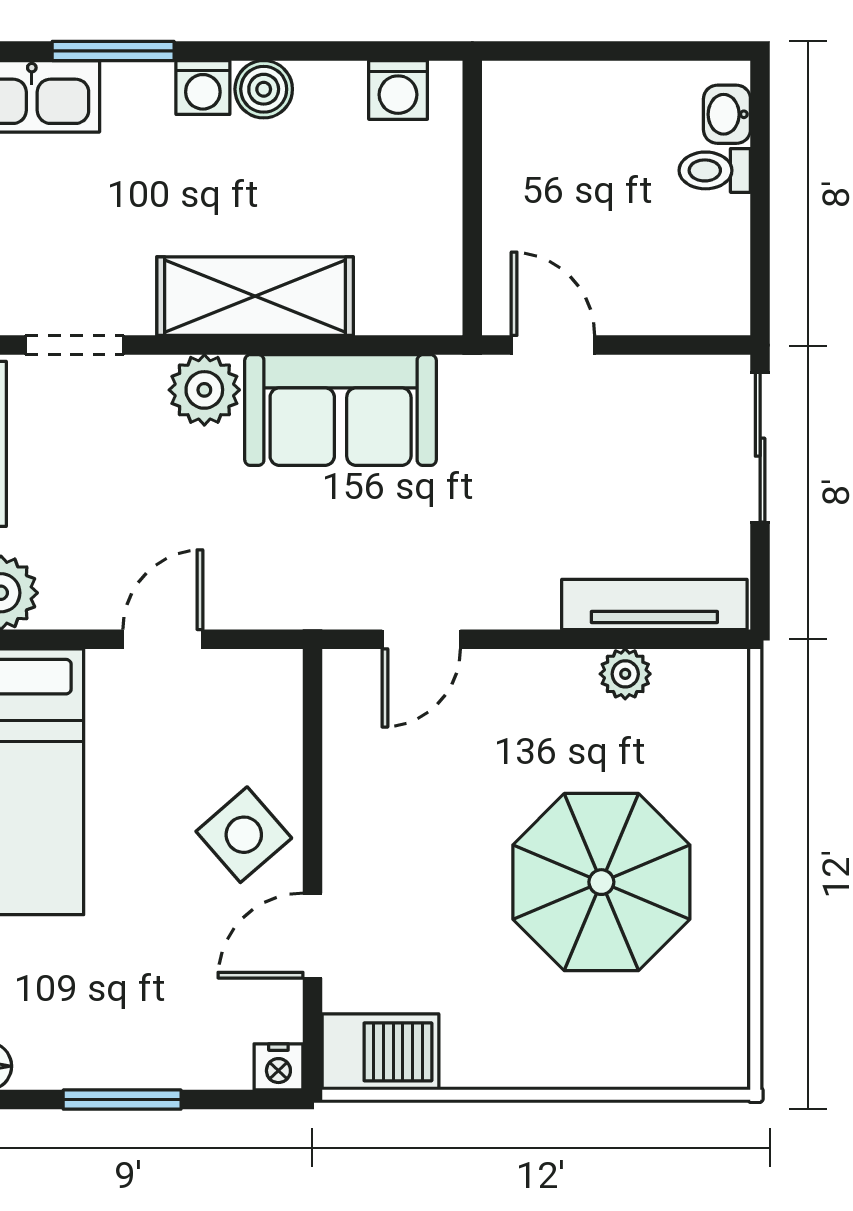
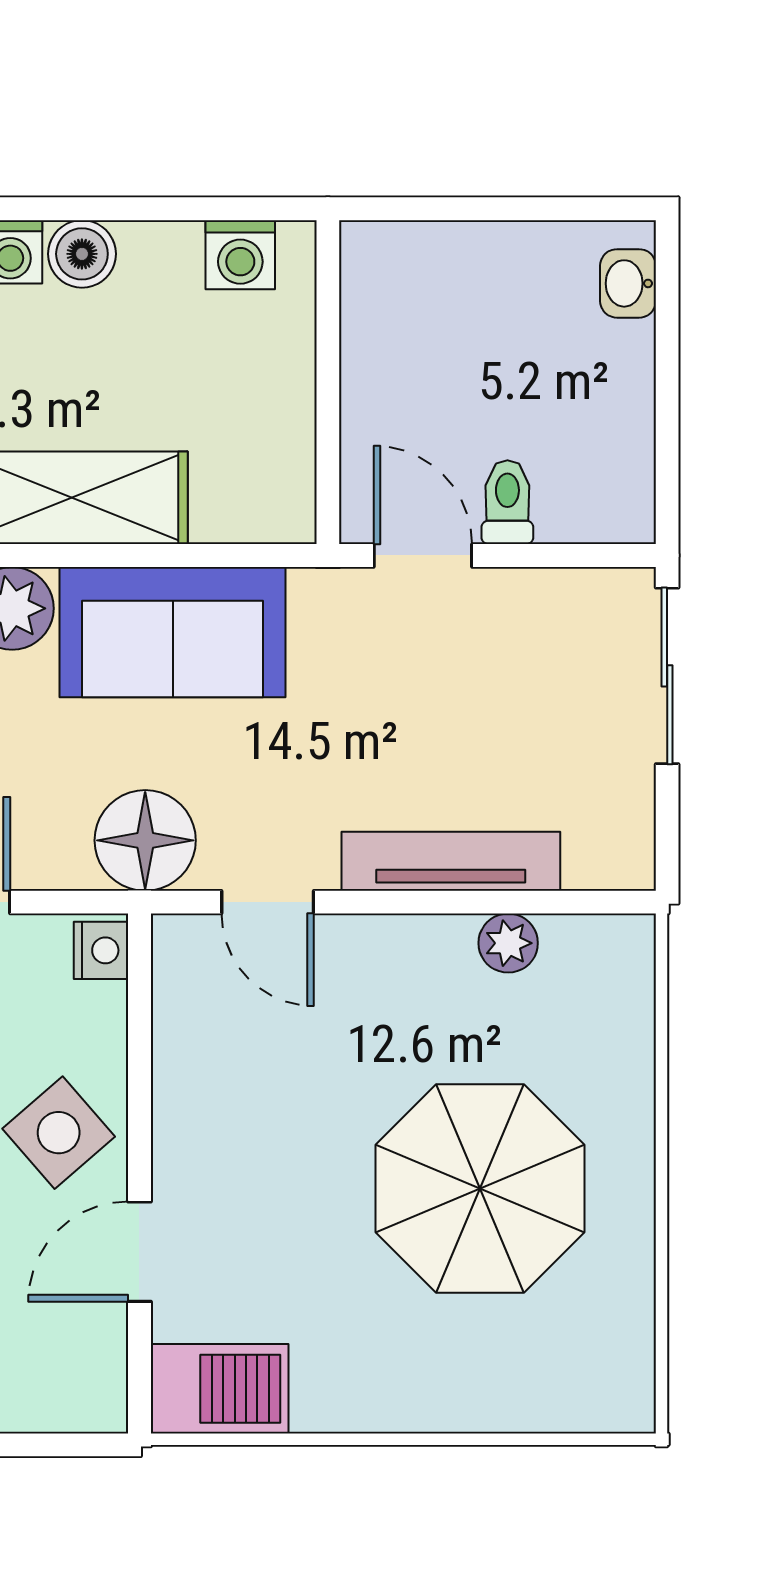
toilet: (715, 170) -> (507, 502), moved, turned 90
floor lamp: (317, 587) -> (145, 840), added
tv unit: (654, 604) -> (451, 861), moved
door: (421, 639) -> (268, 902), hinge flipped
nightstand: (278, 1067) -> (101, 950), moved, turned -90

